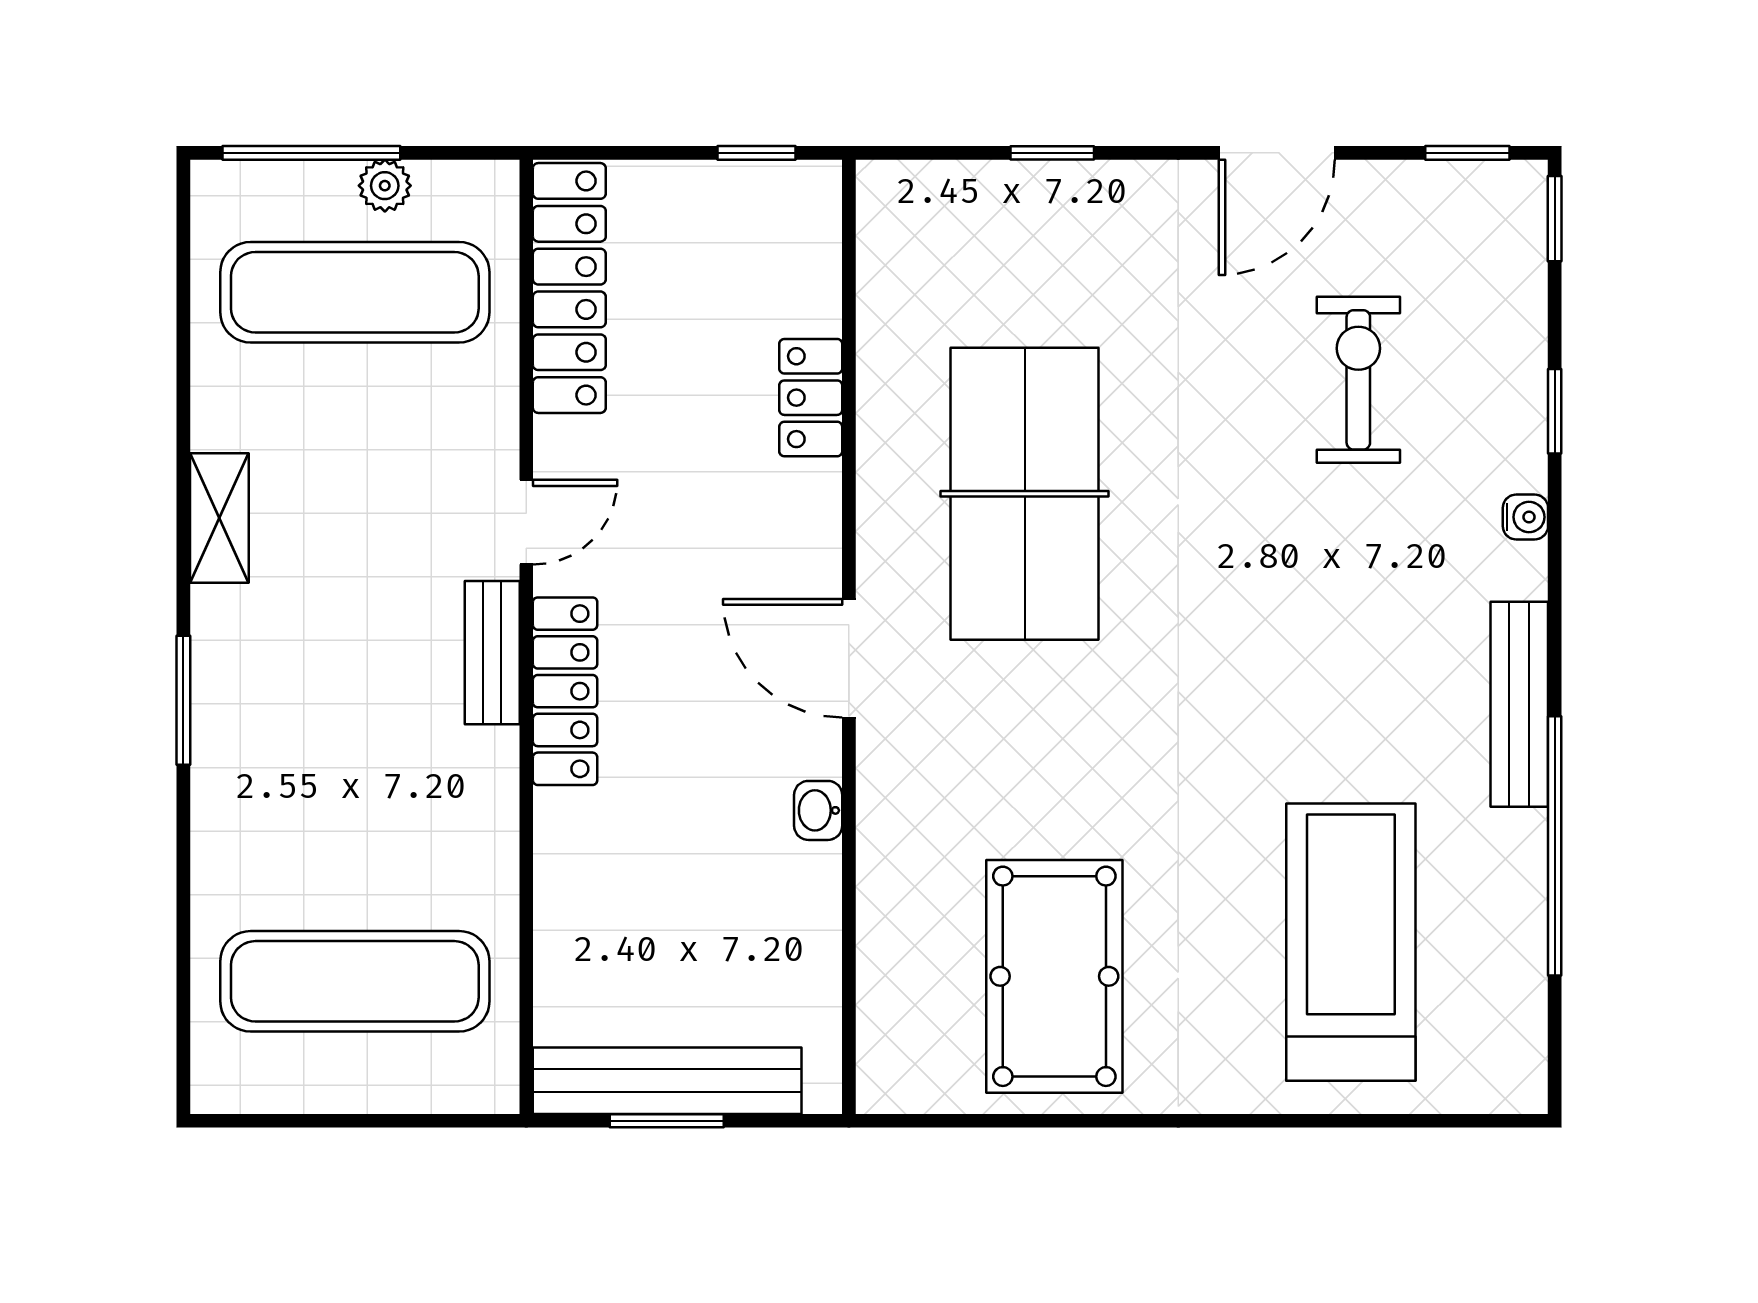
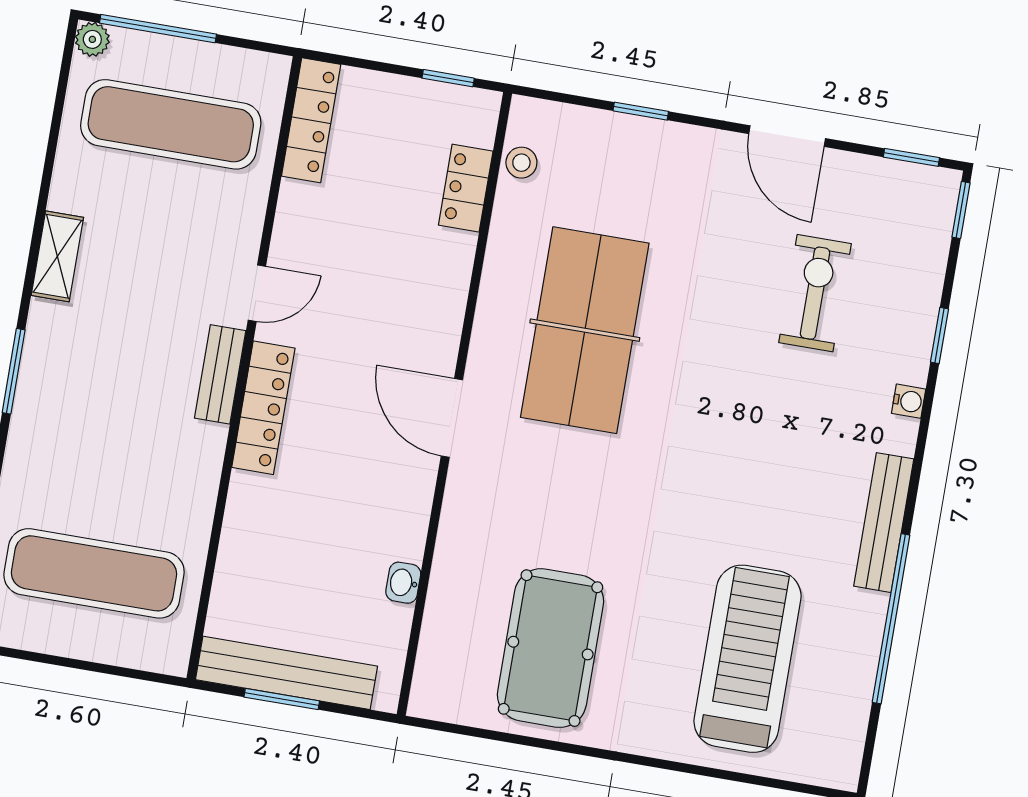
door: (1277, 153) -> (787, 136), hinge flipped
plant: (385, 186) -> (92, 39), moved
stool: (887, 260) -> (521, 163), added
locker: (569, 288) -> (311, 120), width x0.71, depth x0.83
locker: (811, 398) -> (466, 188), moved
washbasin: (818, 810) -> (403, 583), moved

